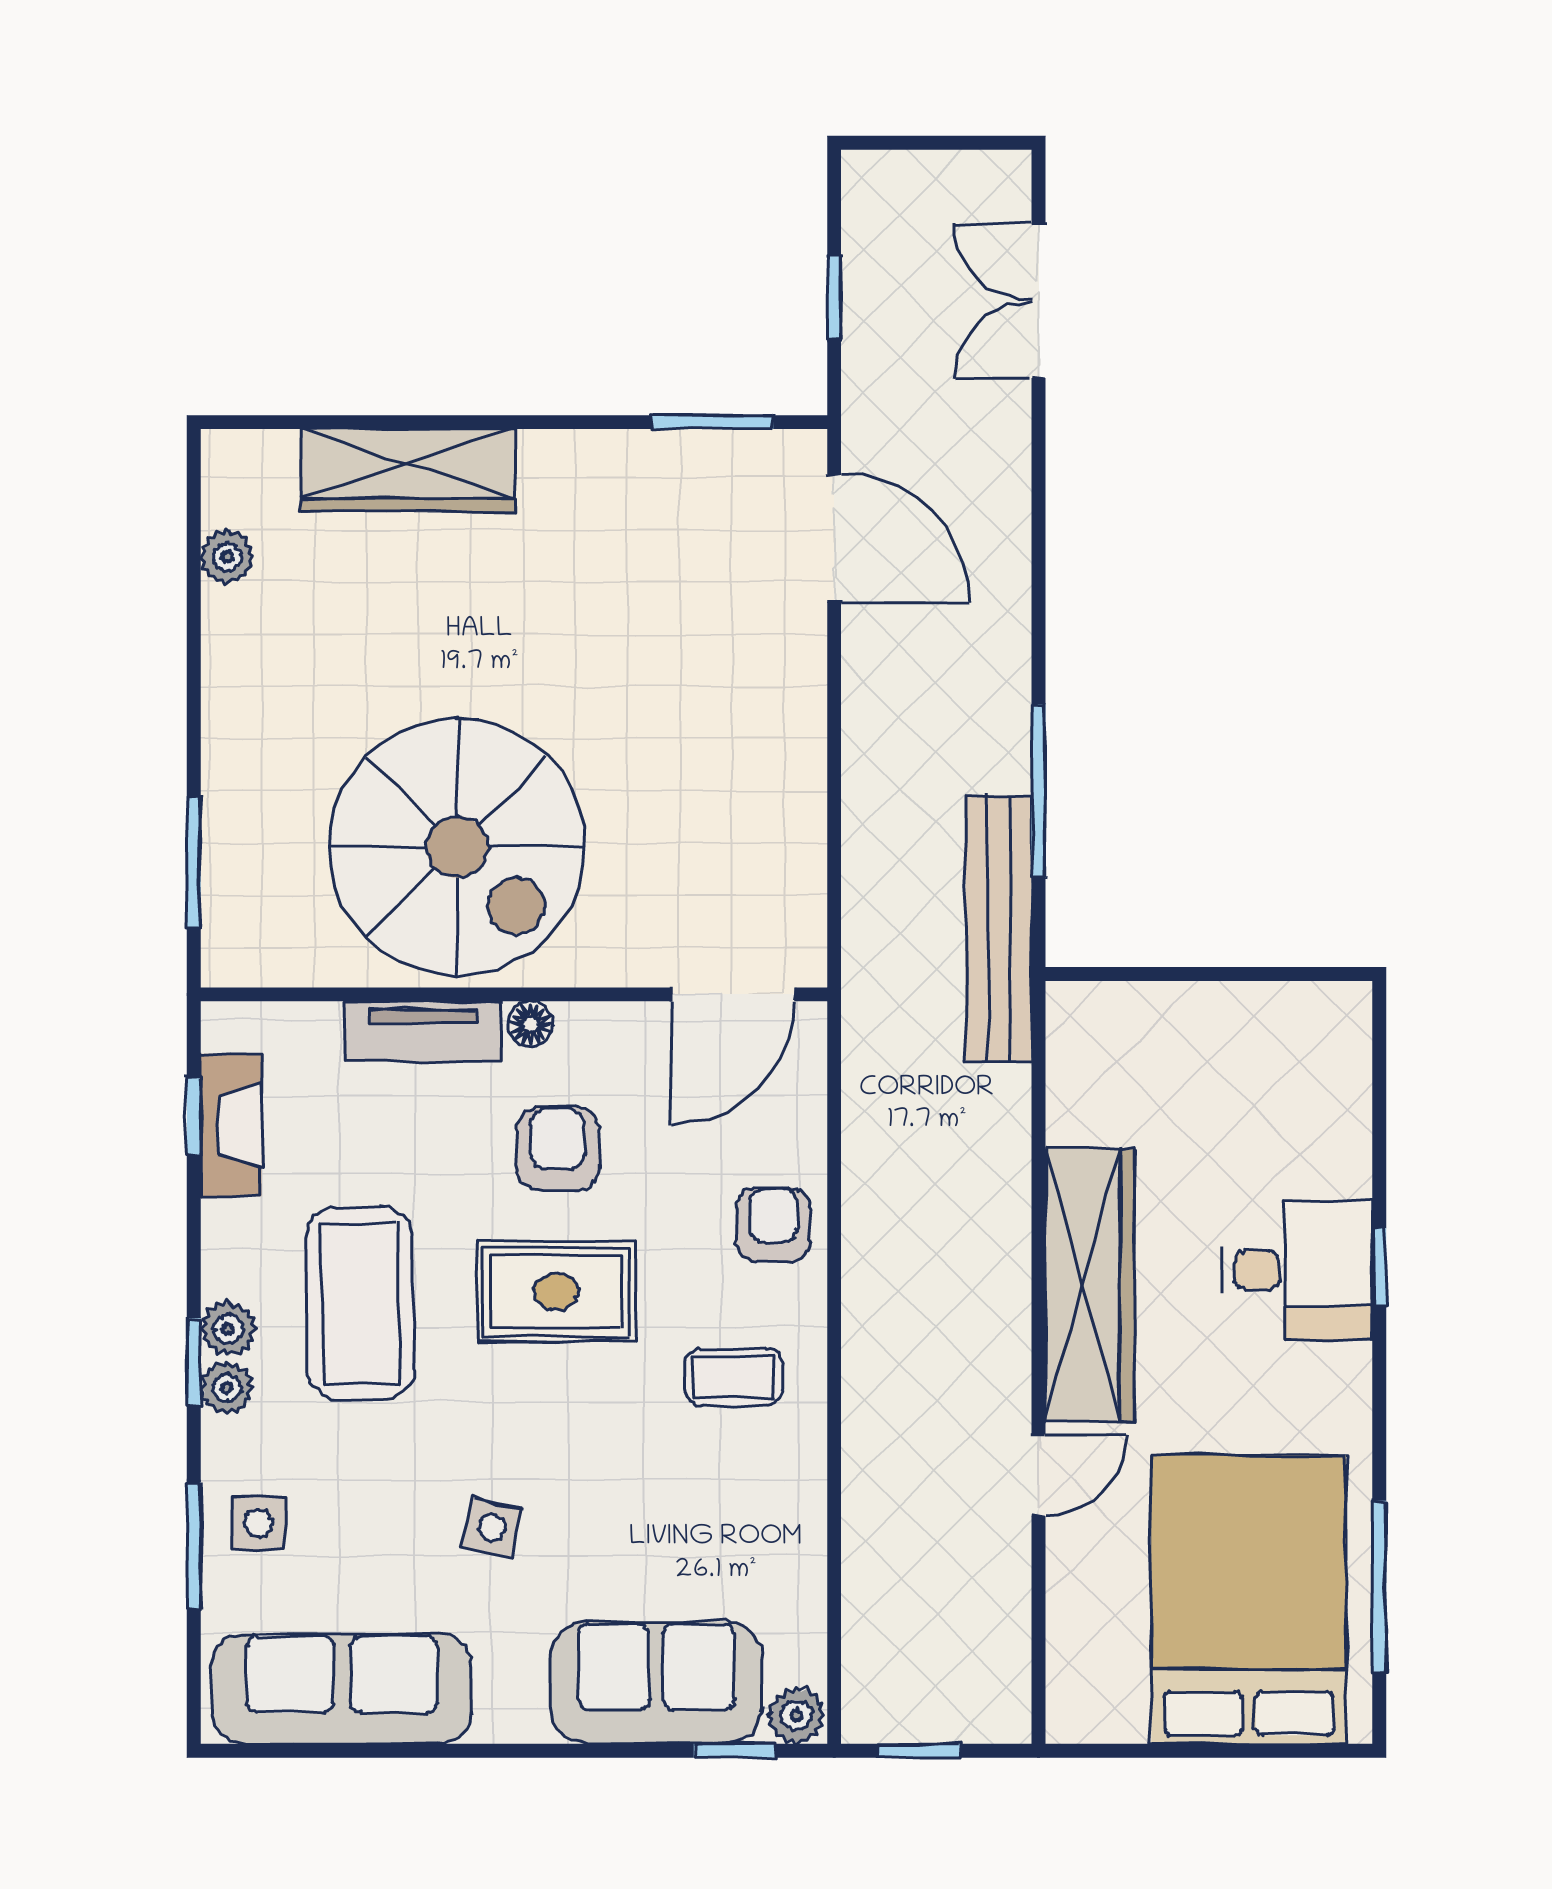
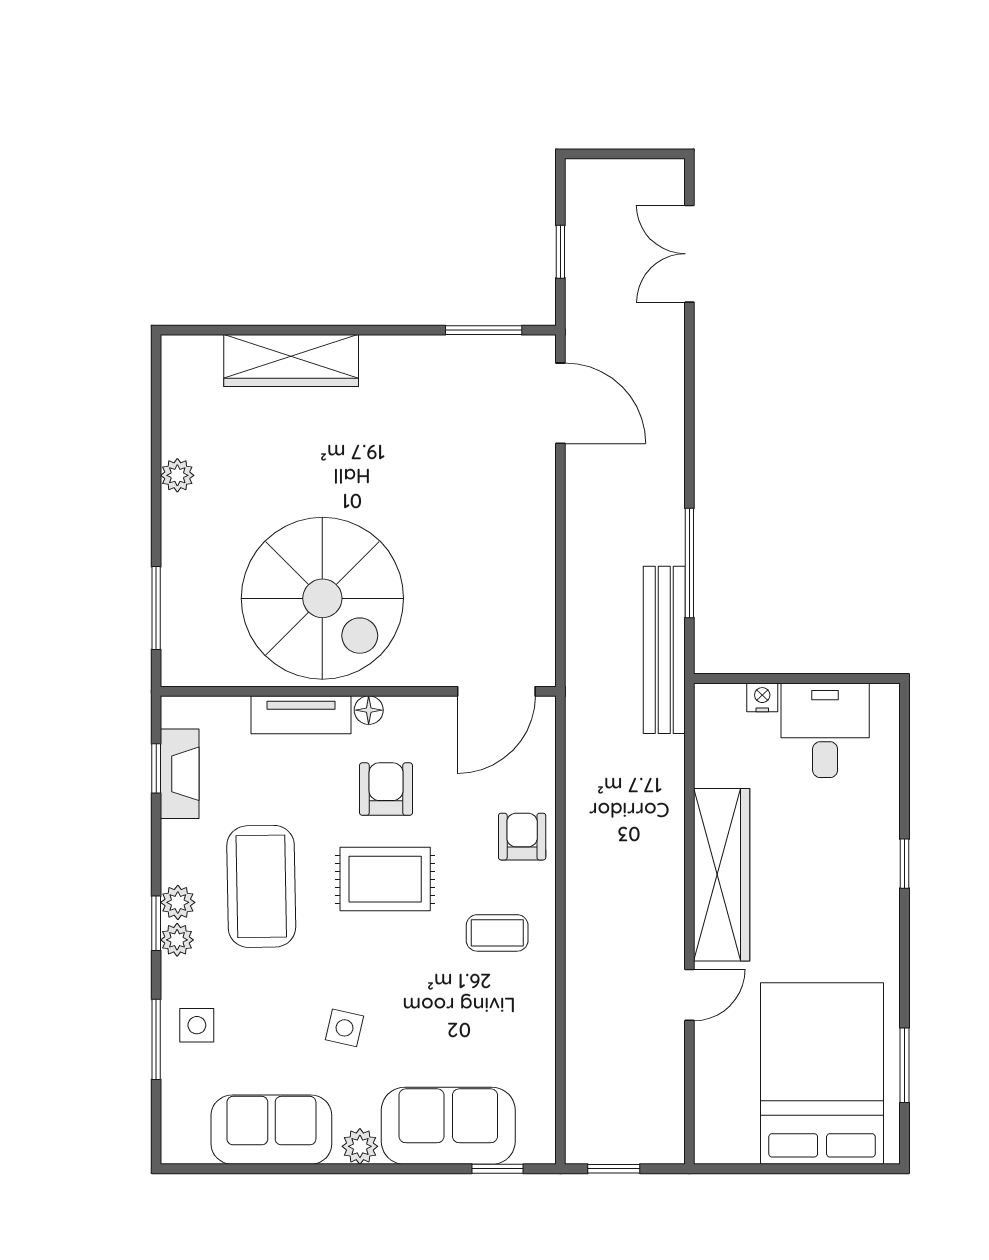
plant: (227, 557) -> (177, 475), moved
nightstand: (1154, 1004) -> (762, 697), added
desk: (1297, 1270) -> (825, 730), moved, turned -90
window: (1379, 1587) -> (904, 1065), width x0.69
sofa: (342, 1689) -> (271, 1130), width x0.73
plant: (796, 1715) -> (360, 1146), moved

